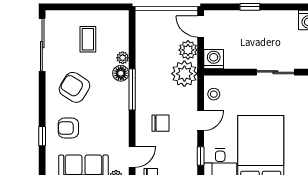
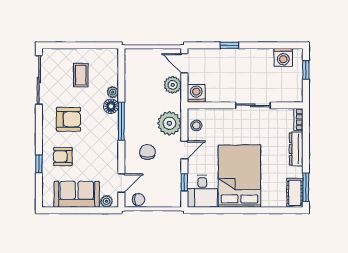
plant: (184, 74) -> (169, 123), moved
armchair: (75, 87) -> (69, 119), turned 148
chair: (160, 123) -> (147, 152), turned -90

